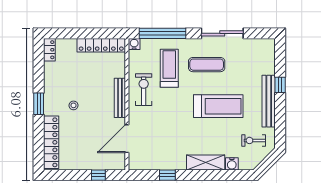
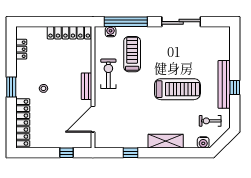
water cooler: (134, 44) -> (111, 32), moved
locker: (49, 50) -> (21, 49), moved
exercise mat: (207, 65) -> (167, 51), removed
window: (280, 85) -> (235, 88), moved
bench: (120, 98) -> (86, 86), width x0.73
water cooler: (232, 164) -> (203, 142), moved

